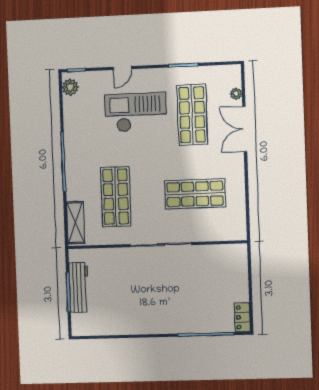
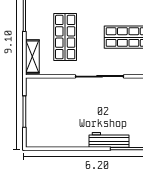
workbench: (79, 287) -> (109, 140), moved, turned -90

